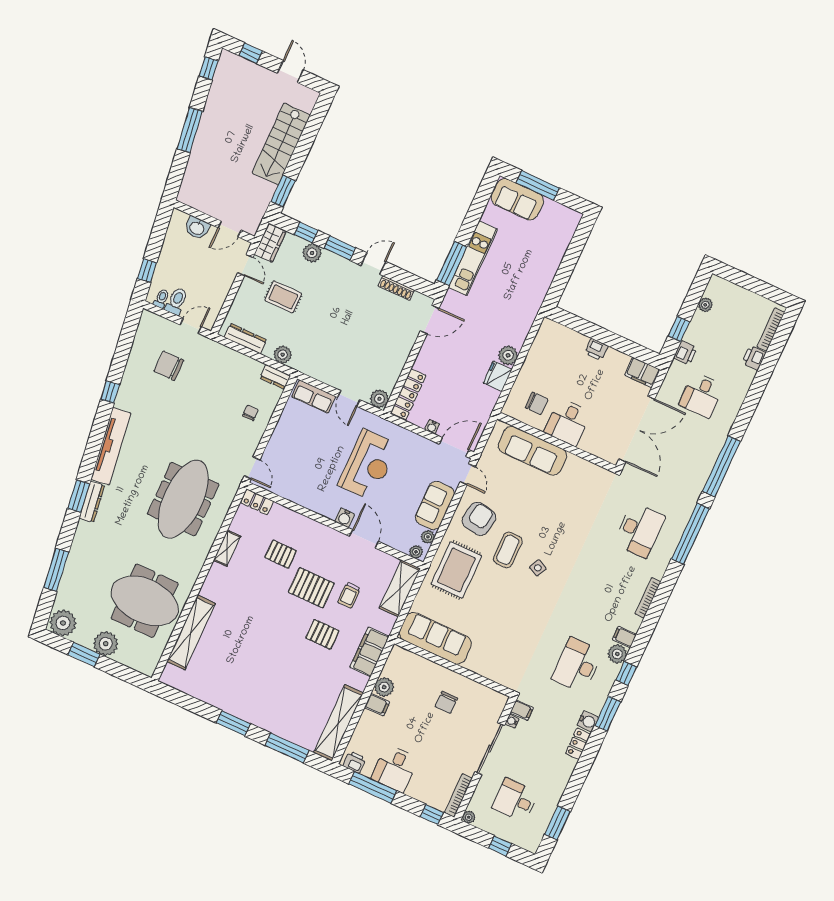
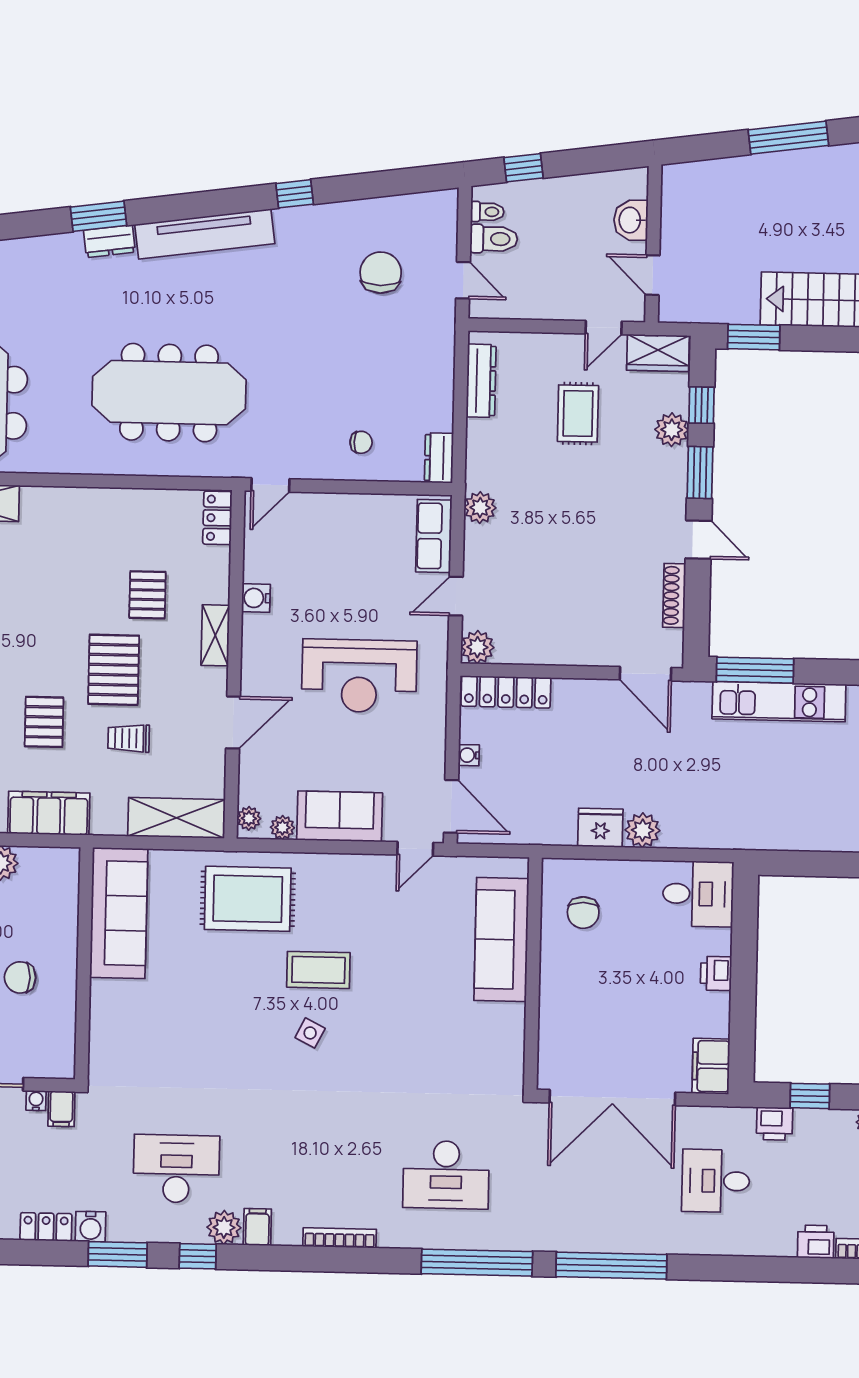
plant: (283, 355) -> (480, 508), moved
desk: (568, 422) -> (698, 894), moved, turned 180
dresser: (92, 502) -> (109, 241), width x0.70
water cooler: (345, 518) -> (256, 598), moved
armchair: (479, 519) -> (349, 899), removed
shelving: (227, 548) -> (215, 635), moved, turned 90

